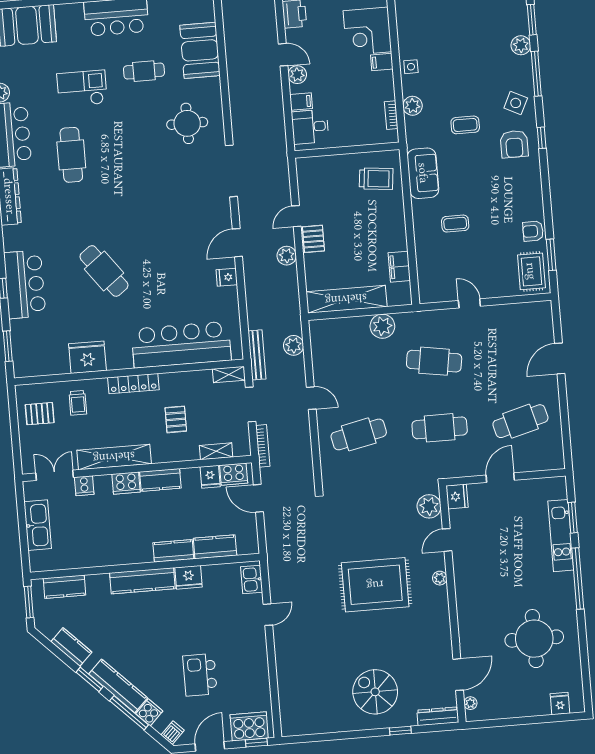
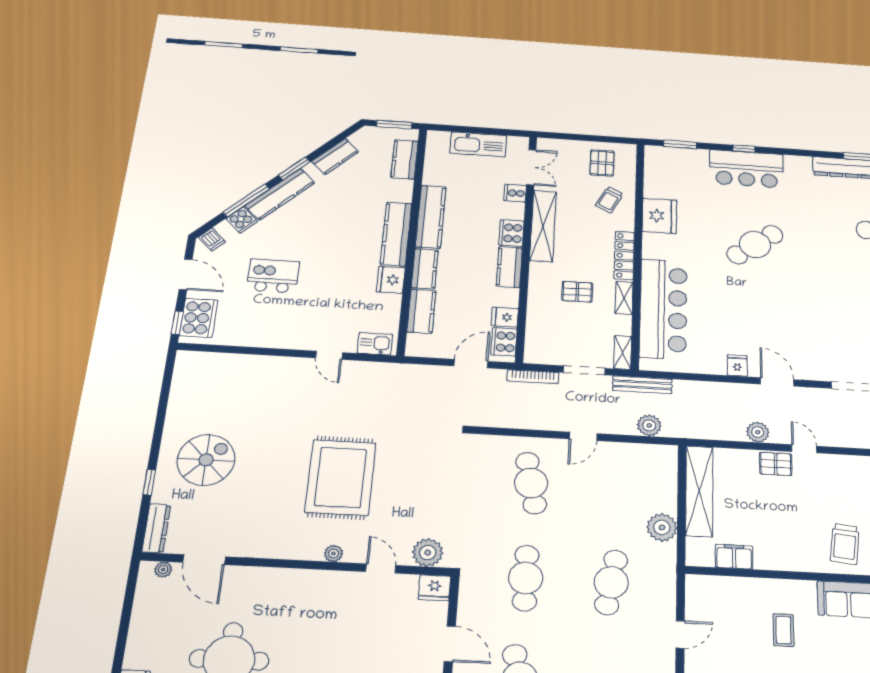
trolley: (78, 403) -> (609, 200), turned -63
shelving: (216, 451) -> (624, 298), moved
kitchen counter: (120, 554) -> (431, 217), added

